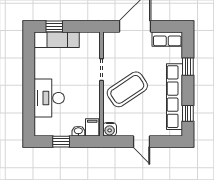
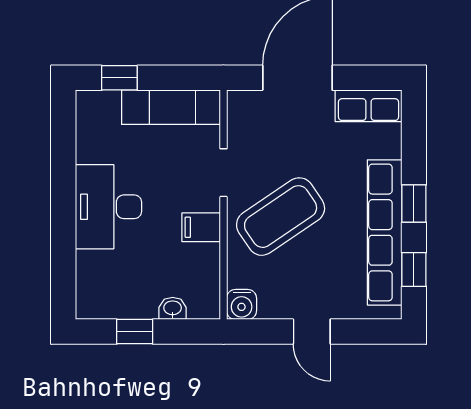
exam couch: (57, 40) -> (171, 107), moved
window: (188, 67) -> (414, 204), moved
desk: (49, 98) -> (108, 207), moved
filing cabinet: (92, 127) -> (201, 227), moved, turned -90

